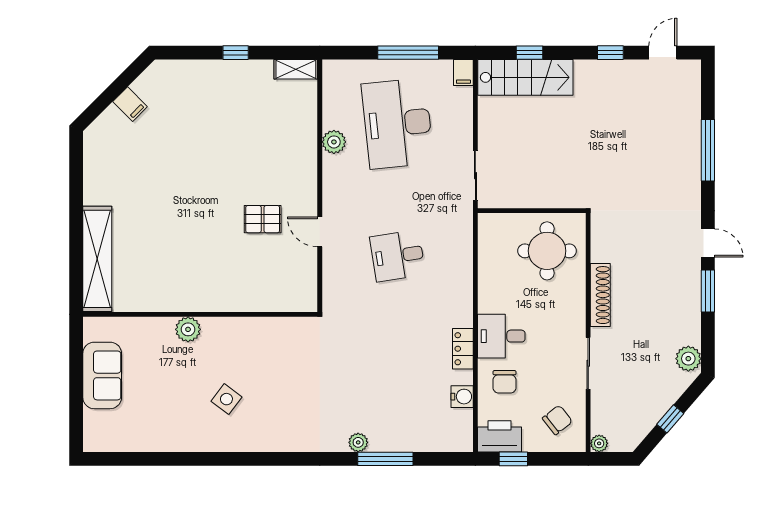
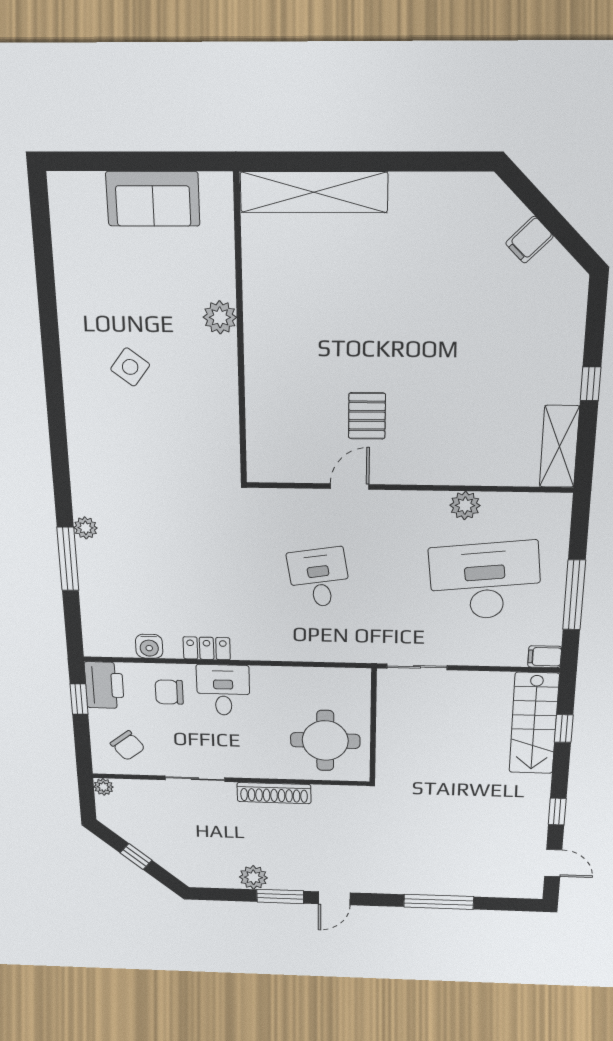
shelving: (296, 69) -> (559, 447), width x1.50, depth x1.33
plant: (688, 359) -> (253, 877), moved

